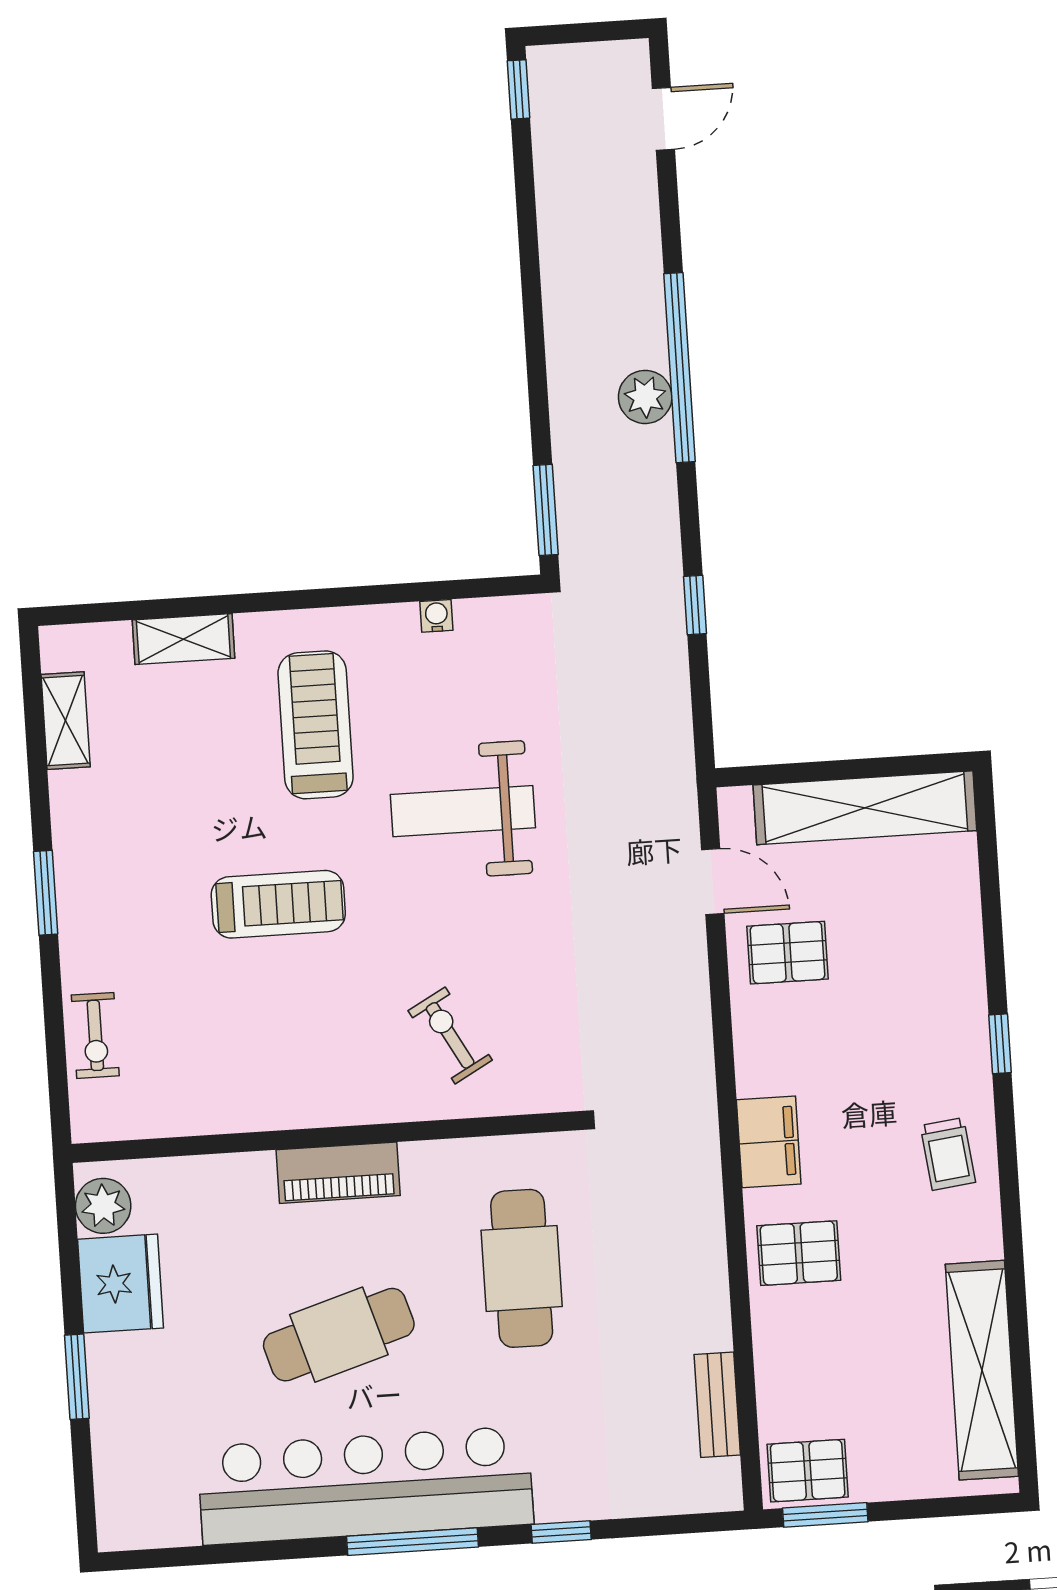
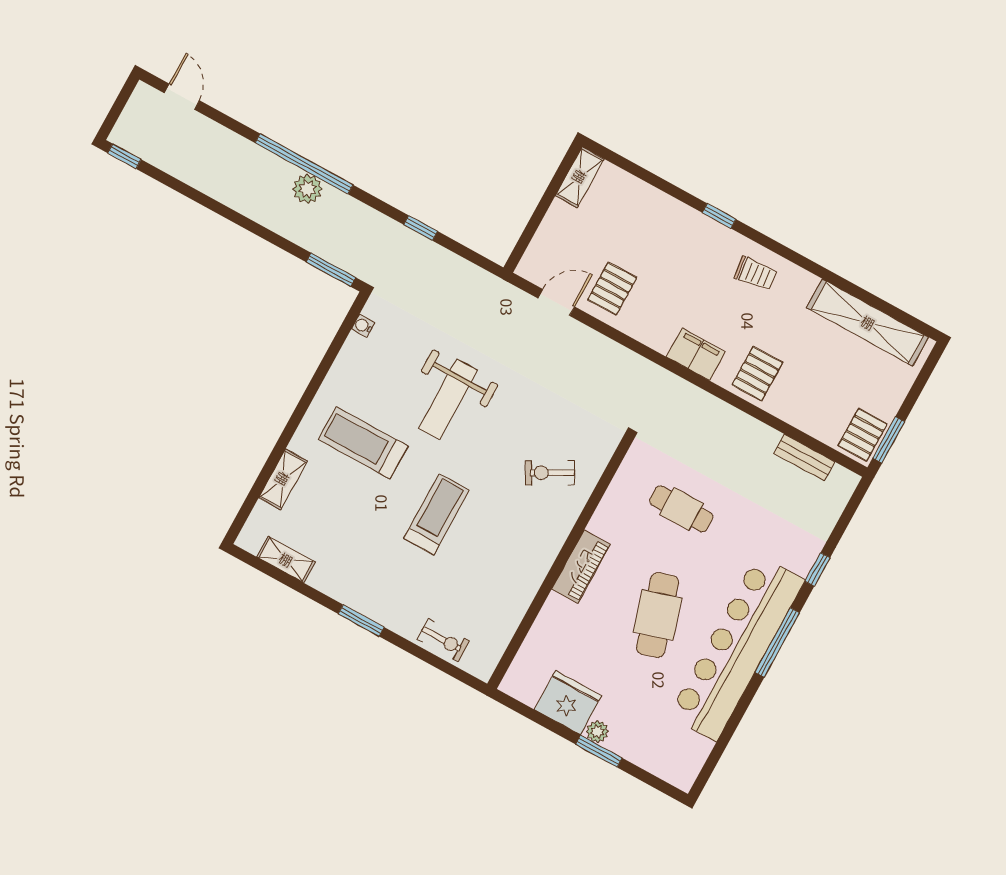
water cooler: (436, 616) -> (363, 326), moved
shelving: (865, 808) -> (580, 177), width x0.45, depth x0.75
plant: (103, 1206) -> (597, 732), moved, width x0.73, depth x0.73
cafe table: (522, 1268) -> (681, 509), width x0.73, depth x0.74

